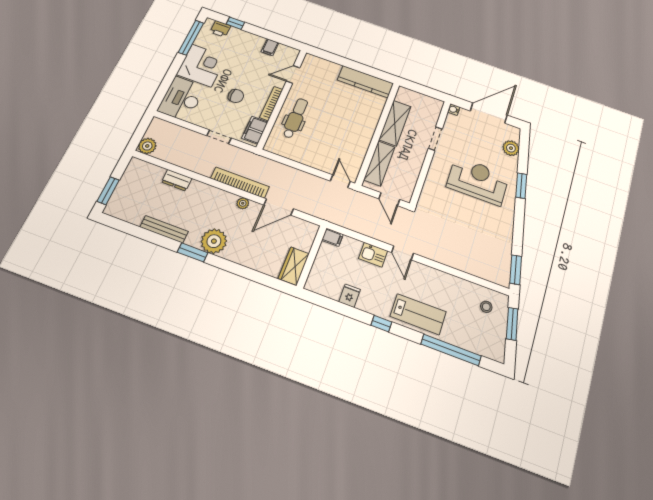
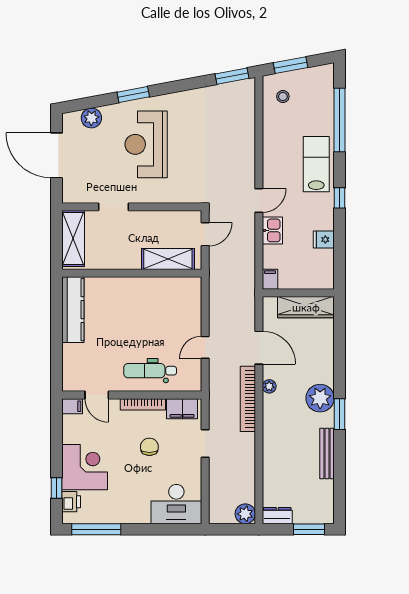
filing cabinet: (270, 47) -> (72, 406), moved
corner desk: (202, 66) -> (85, 467), moved, turned 90
water cooler: (454, 109) -> (68, 197), removed
shelving: (395, 123) -> (73, 239), moved, turned 90
dresser: (177, 180) -> (277, 516), moved, turned -90
door: (340, 181) -> (205, 347), moved
wardrobe: (294, 266) -> (306, 307), width x1.50

